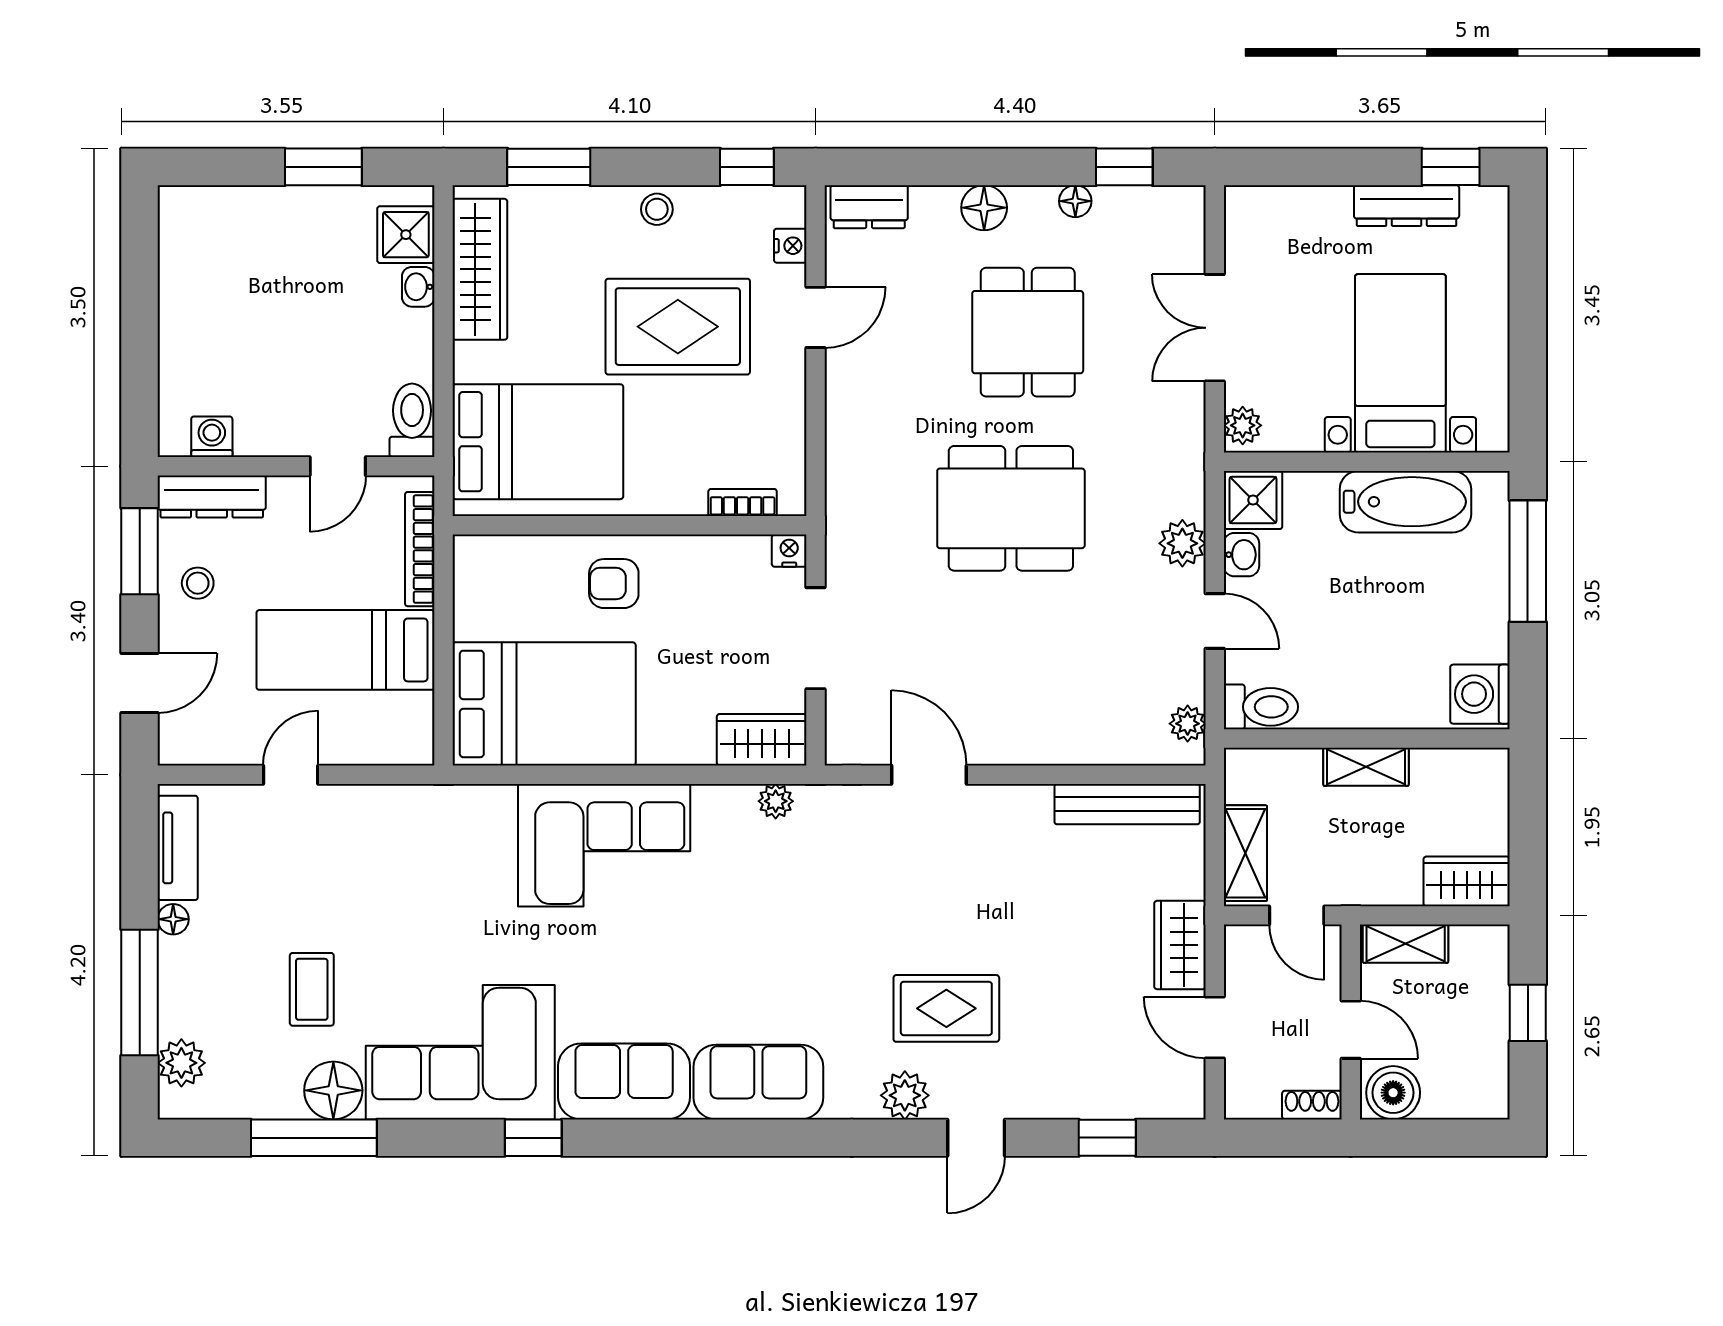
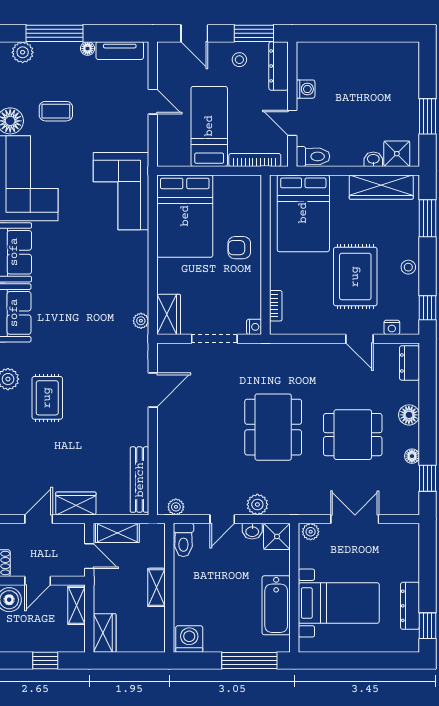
washing machine: (212, 437) -> (306, 89), moved
armchair: (614, 584) -> (239, 248), turned -90
corner sofa: (604, 845) -> (121, 191), moved
door: (1297, 915) -> (89, 556), swing flipped

